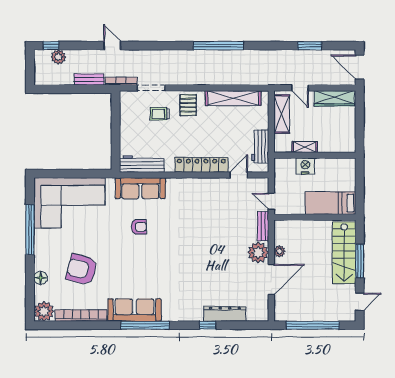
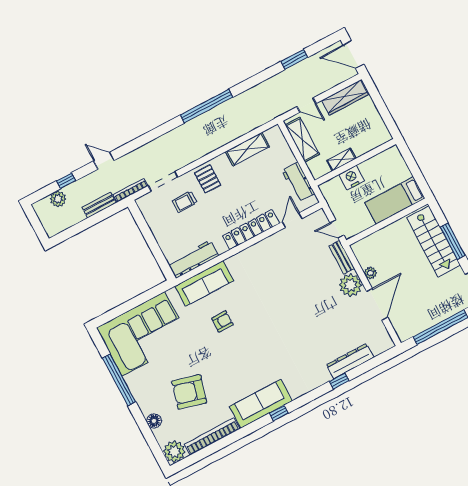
window: (51, 46) -> (66, 181), moved
shelving: (233, 98) -> (247, 149), width x0.68
window: (145, 325) -> (279, 413), width x0.32

